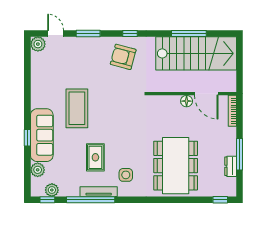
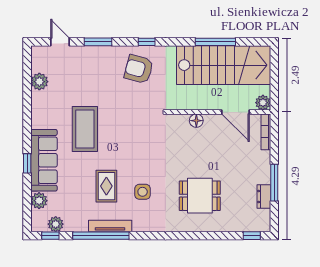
plant: (38, 44) -> (39, 82), moved
plant: (230, 86) -> (263, 103), added
floor lamp: (187, 101) -> (196, 121), moved
dining table: (176, 166) -> (200, 196), width x0.53, depth x0.80
side table: (126, 175) -> (143, 192), moved

